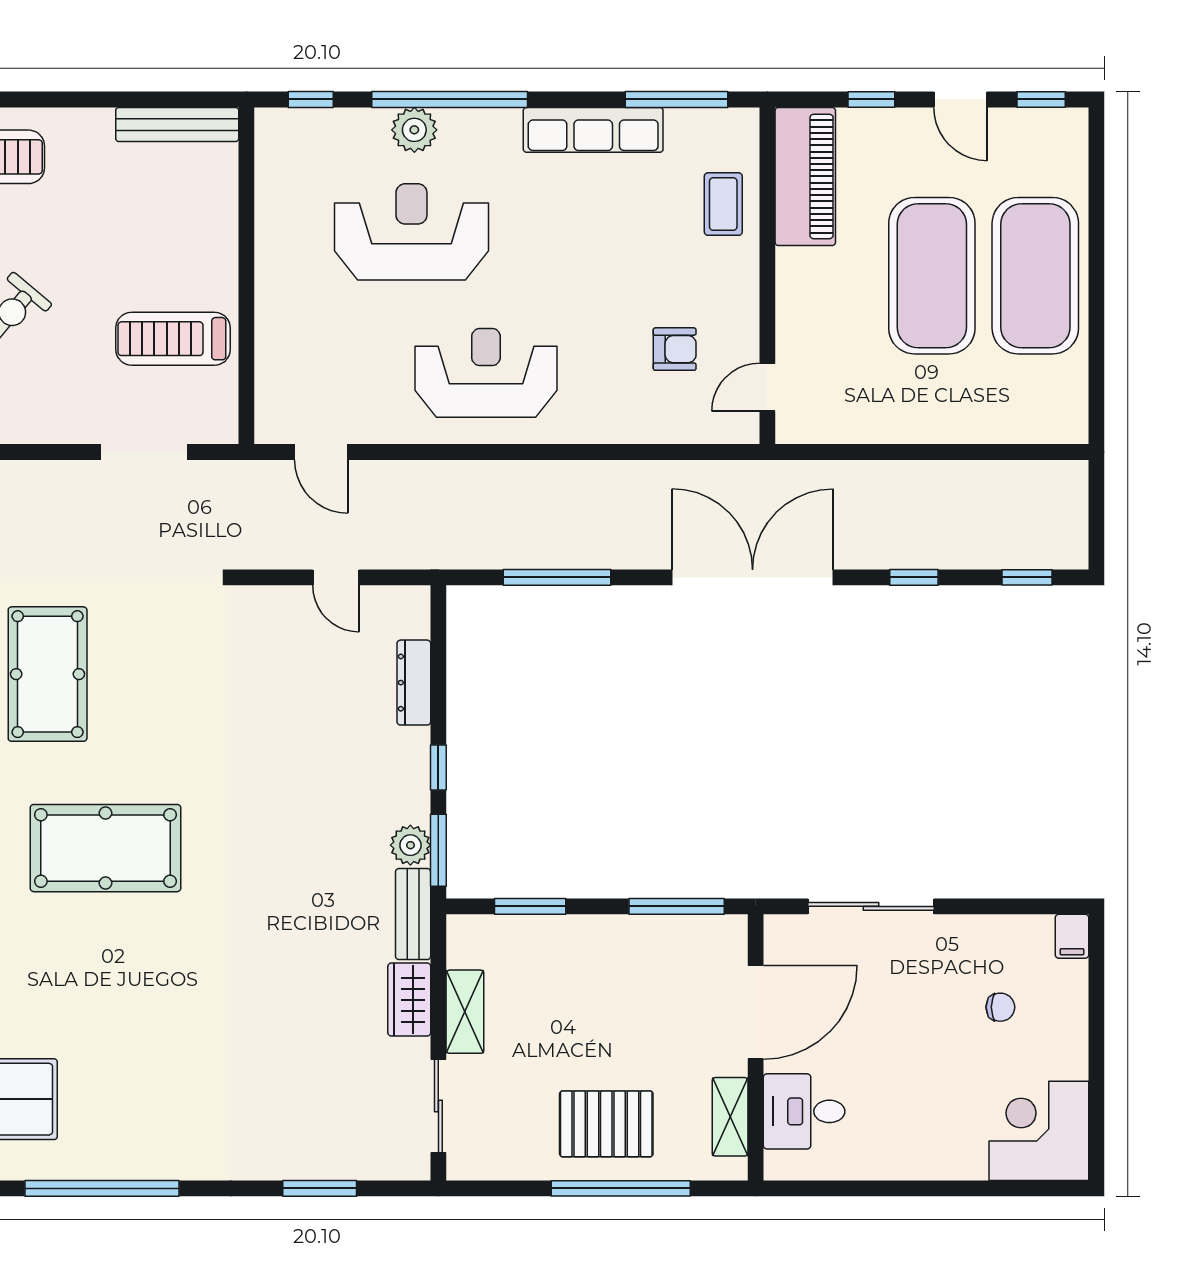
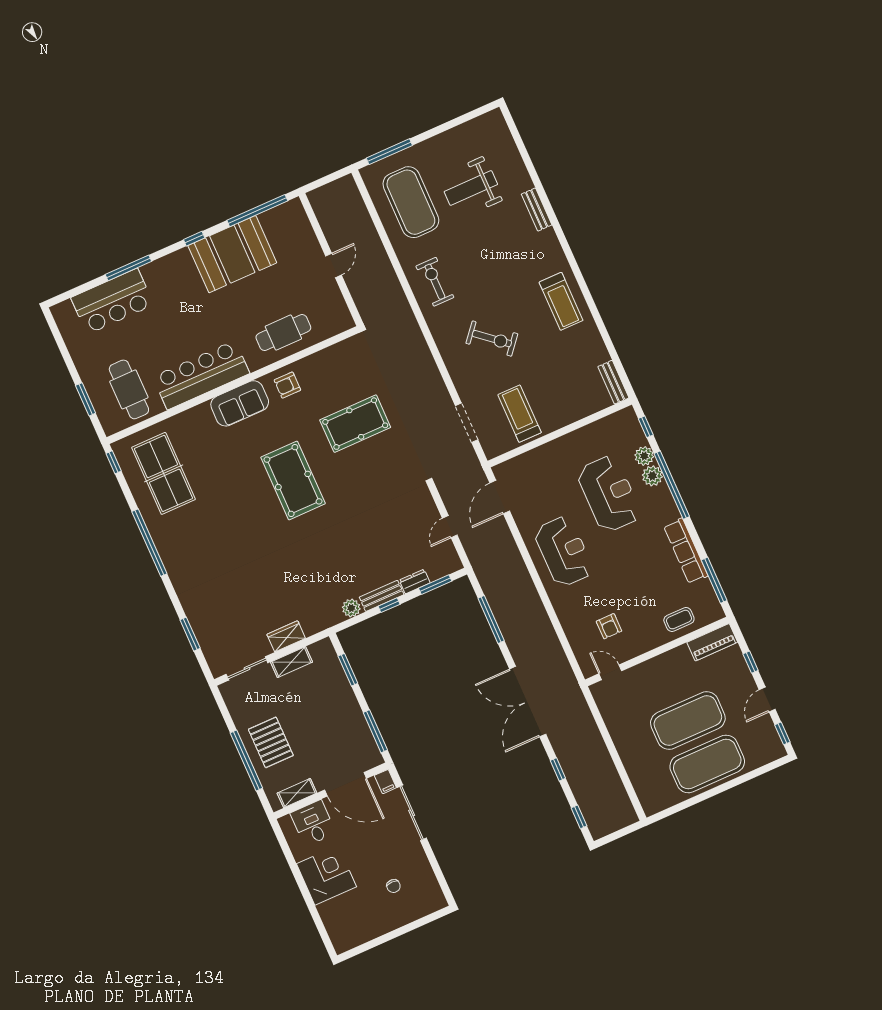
bench: (177, 124) -> (613, 382), width x0.73
plant: (368, 128) -> (644, 456), added
piano: (805, 176) -> (712, 642), width x0.73, depth x0.75
door: (321, 452) -> (500, 497), width x1.38
double door: (753, 577) -> (528, 702), swing flipped
dresser: (414, 683) -> (415, 581), width x0.70
window: (438, 850) -> (435, 585), moved
bench: (413, 914) -> (382, 596), moved
filing cabinet: (1072, 936) -> (385, 782), moved, turned -90
corner desk: (1039, 1131) -> (326, 875), moved

